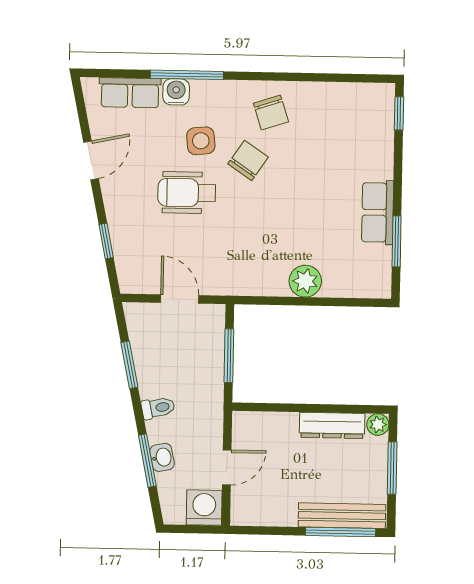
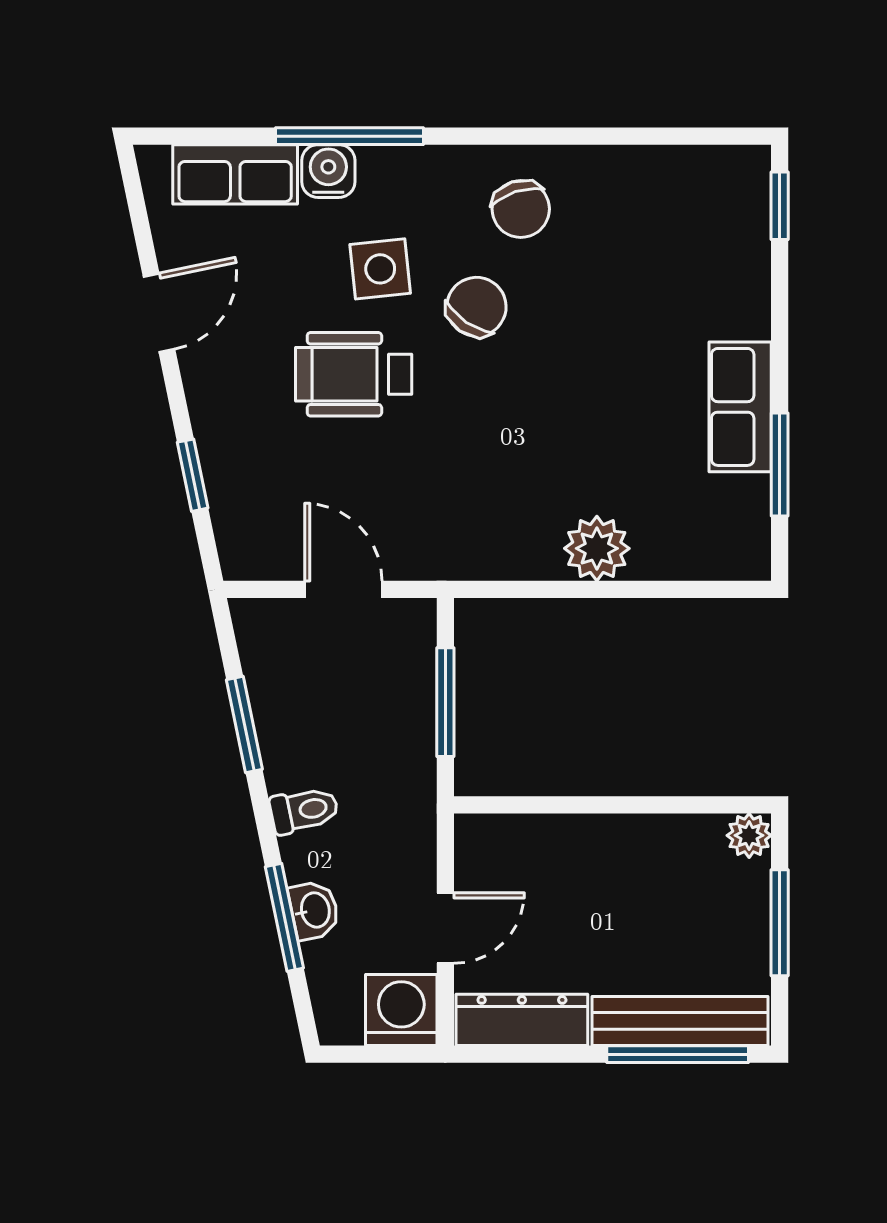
dresser: (332, 425) -> (522, 1020), moved, turned 180

